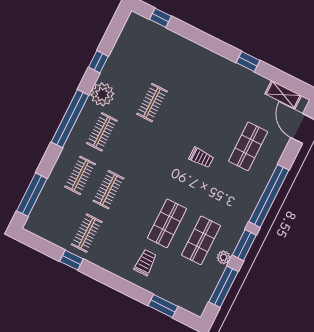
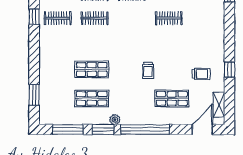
plant: (224, 257) -> (115, 120), moved
trolley: (145, 263) -> (201, 74), moved

